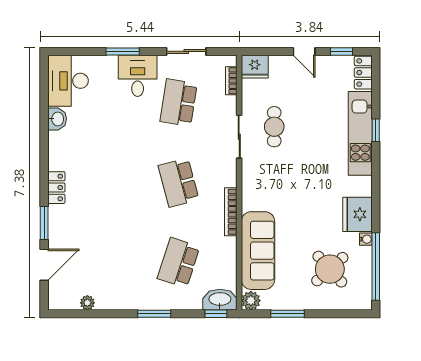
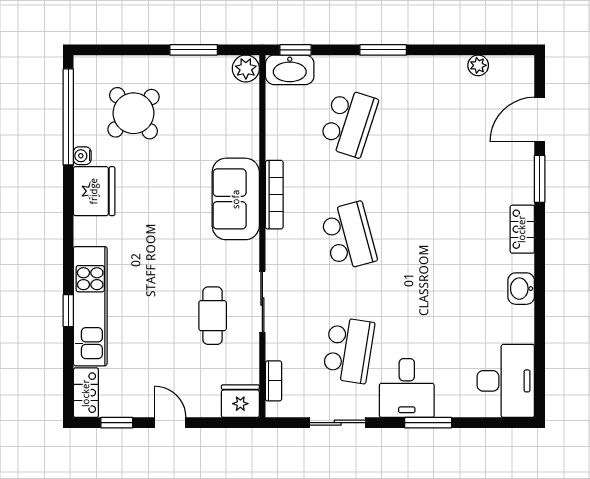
washbasin: (57, 119) -> (521, 289), moved
sofa: (258, 251) -> (236, 199), moved, width x0.73

